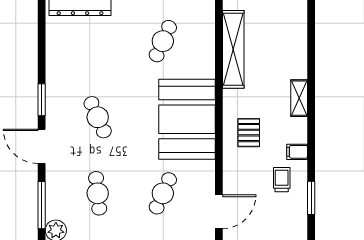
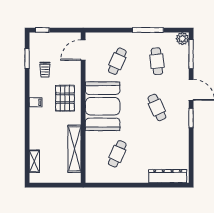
shelving: (299, 98) -> (34, 161), moved
pallet: (249, 133) -> (65, 98), width x1.50, depth x1.42
filing cabinet: (297, 152) -> (36, 102), moved

